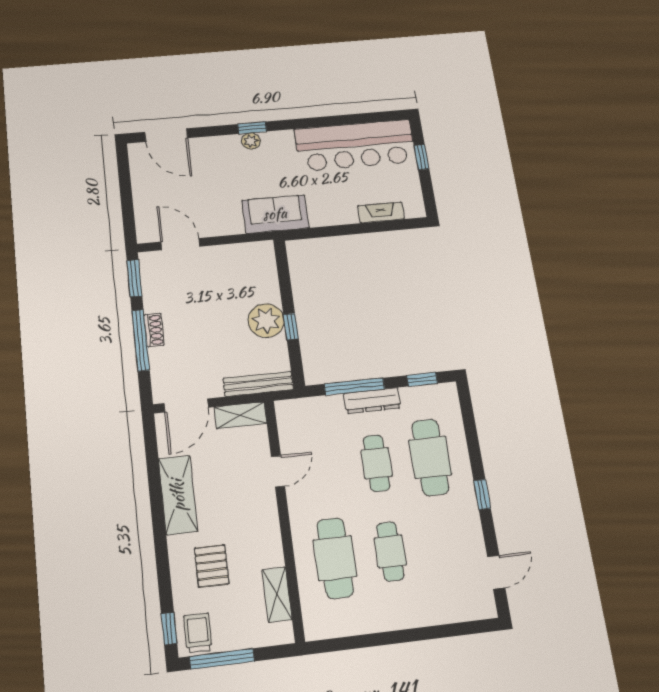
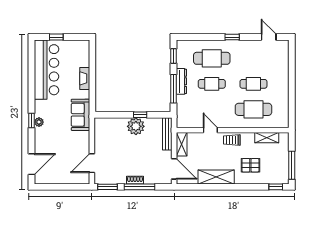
fireplace: (381, 212) -> (85, 78), moved
trolley: (198, 633) -> (232, 140), moved

